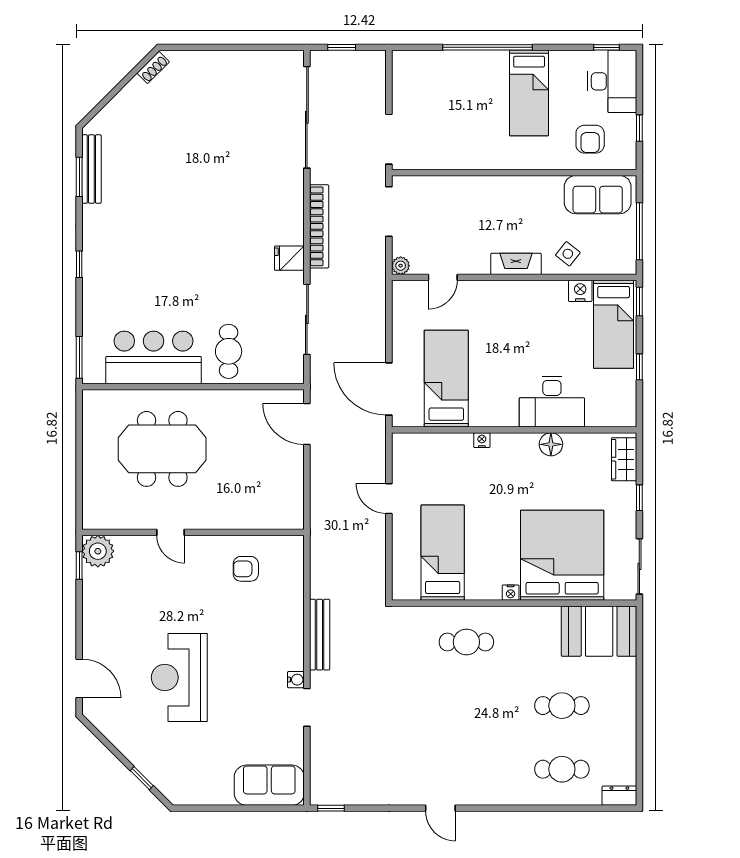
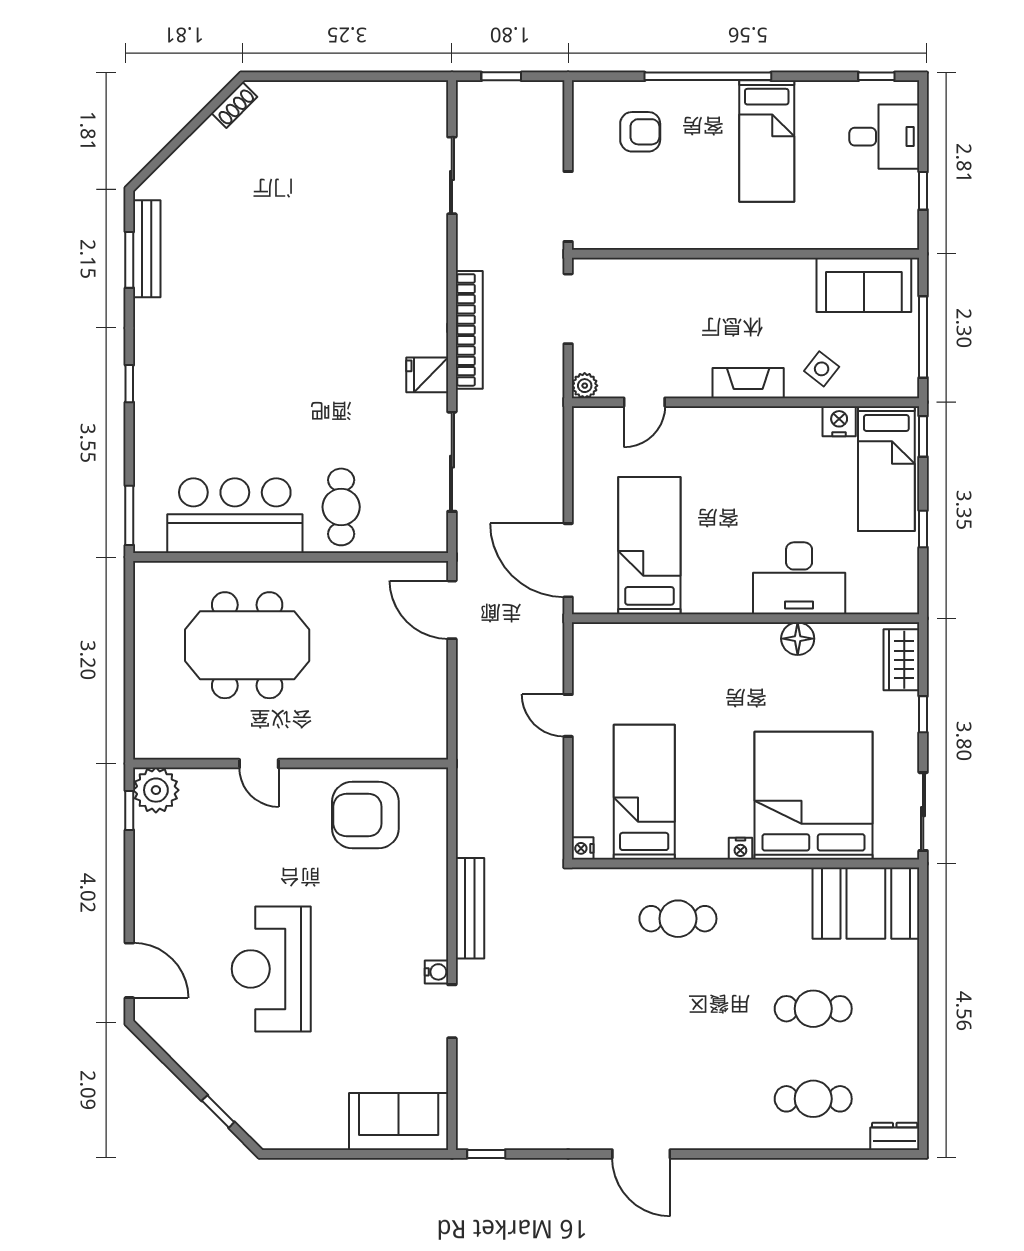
desk: (612, 81) -> (884, 137), width x0.73
sliding door: (307, 117) -> (452, 175), width x0.54
armchair: (590, 139) -> (640, 132), moved, turned -90
nightstand: (482, 440) -> (583, 848), moved, turned -90
armchair: (246, 569) -> (365, 815), width x1.88, depth x1.88
door: (440, 808) -> (641, 1154), width x1.38

